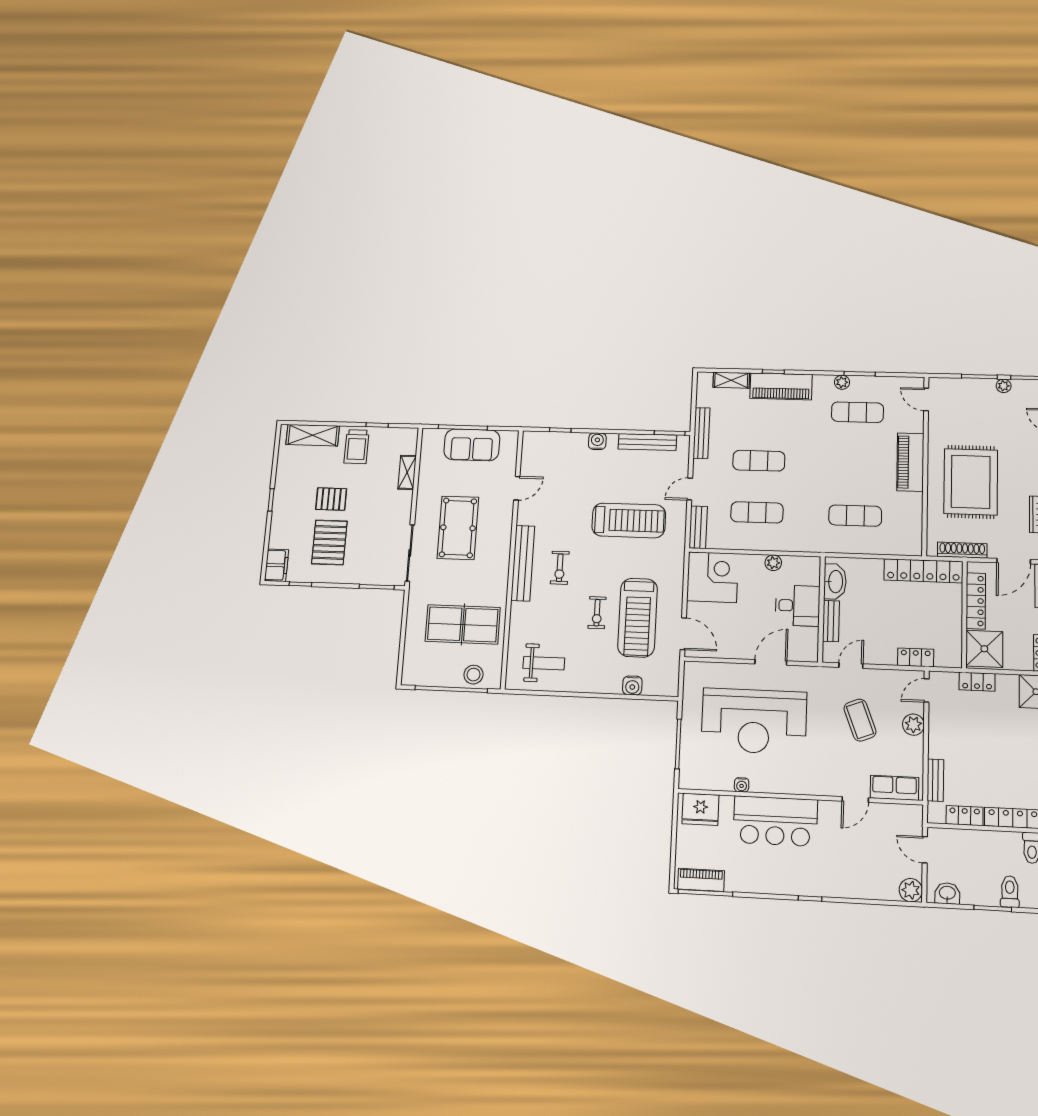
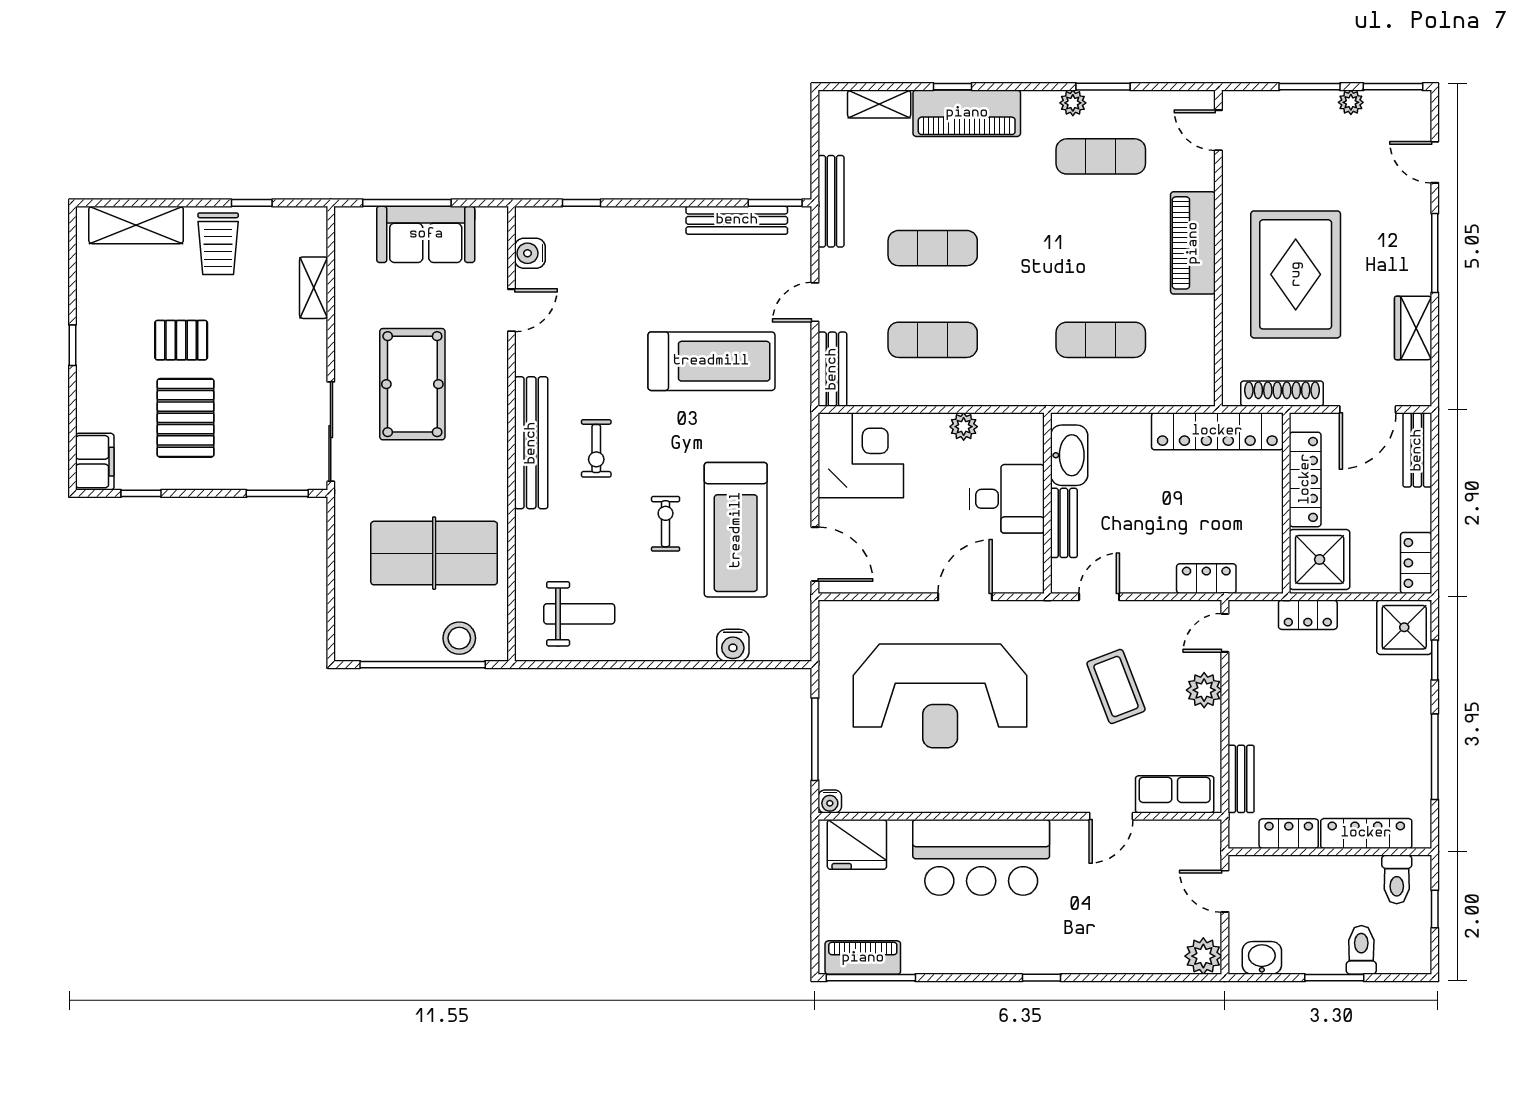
water cooler: (597, 441) -> (530, 253), moved, turned -90
exercise bike: (597, 613) -> (666, 524), turned 180
water cooler: (742, 785) -> (830, 801), moved

